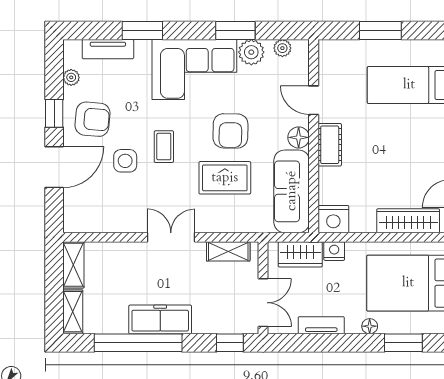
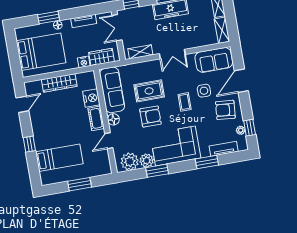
plant: (282, 48) -> (130, 162), width x1.88, depth x1.88
door: (314, 100) -> (109, 141), swing flipped
window: (54, 113) -> (250, 128), moved
armchair: (230, 131) -> (150, 117), turned 89
sofa: (98, 214) -> (214, 60), added
nightstand: (333, 219) -> (91, 98), moved, turned 90
wardrobe: (408, 221) -> (59, 83), moved
window: (403, 343) -> (49, 18), moved

